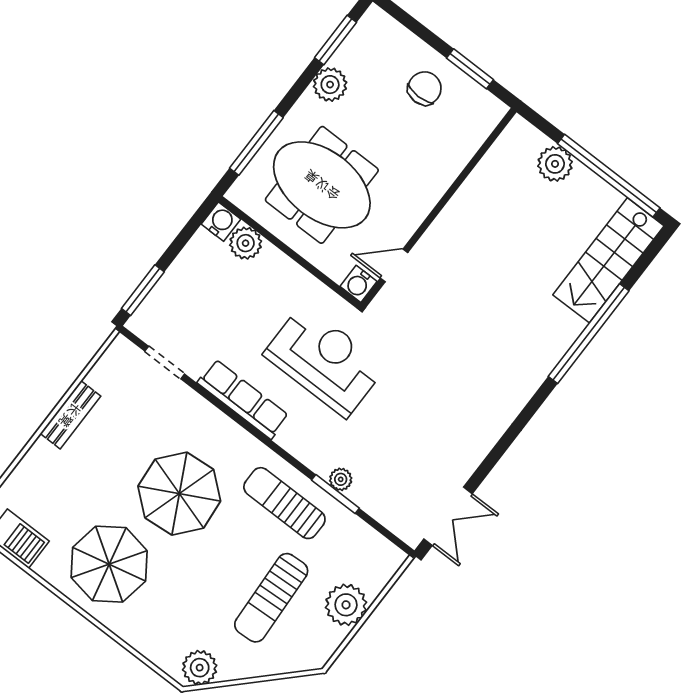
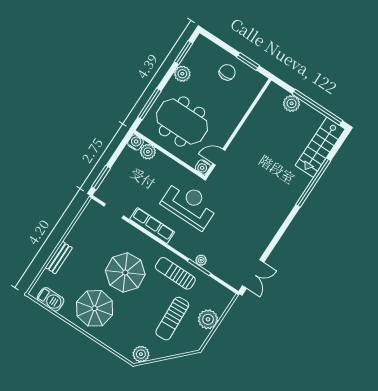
bench: (70, 415) -> (59, 258), moved

